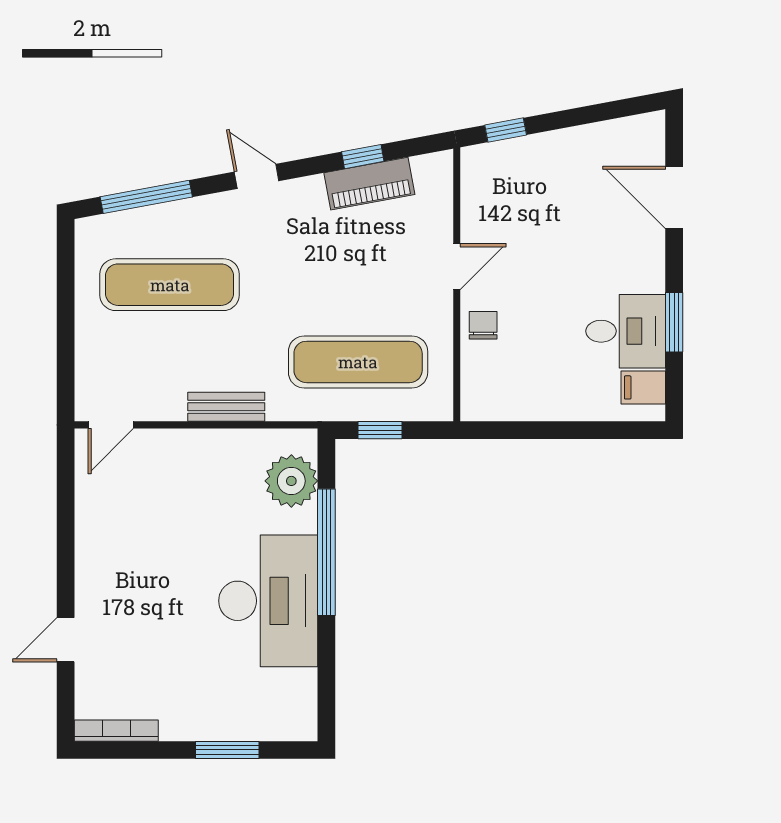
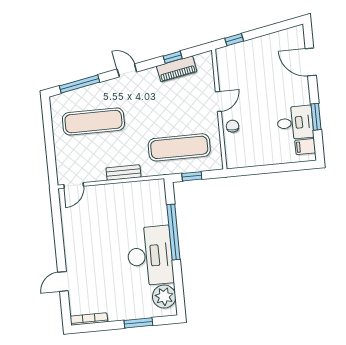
plant: (291, 481) -> (164, 297), moved

